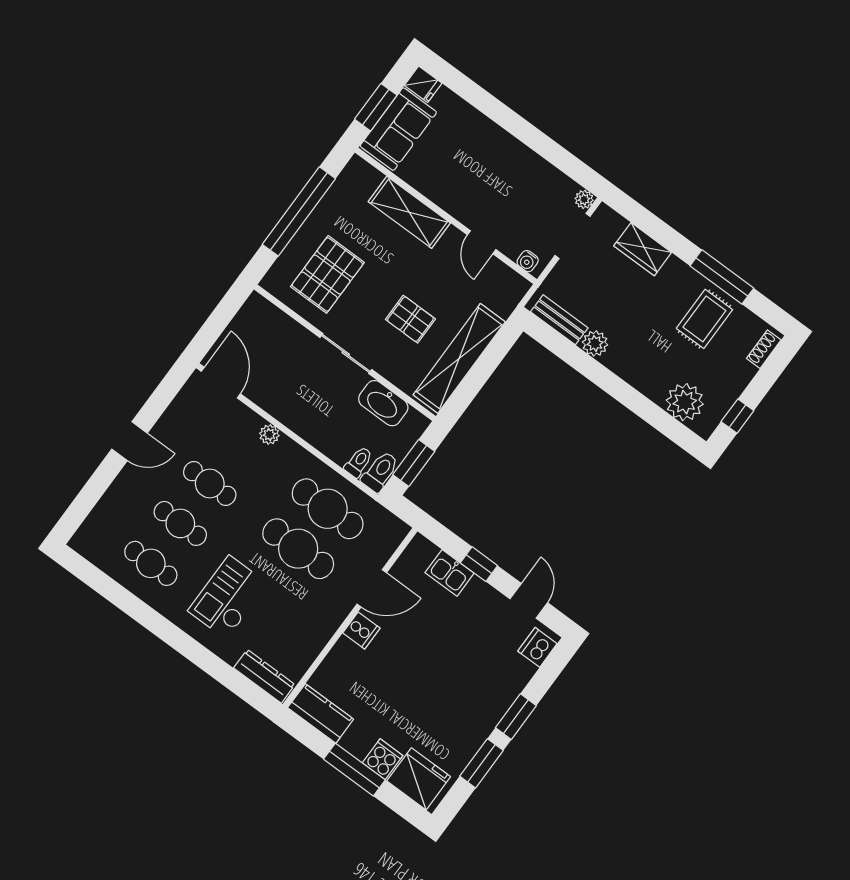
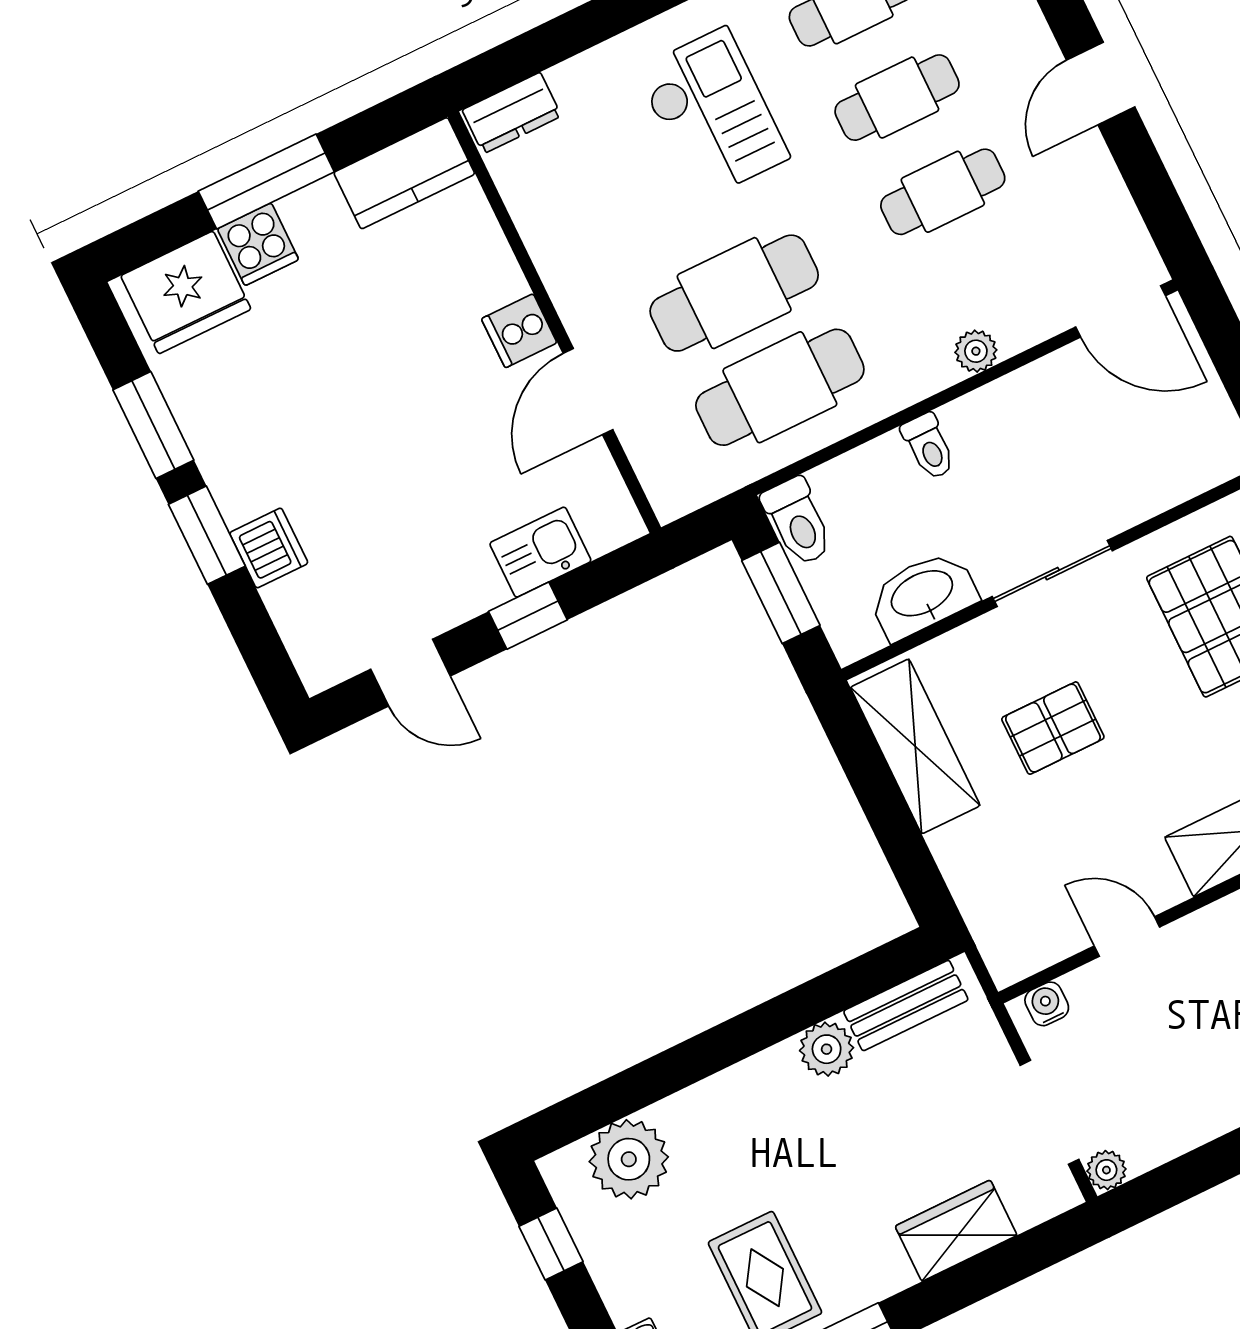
shelving: (459, 358) -> (915, 746), width x0.68
toilet: (359, 462) -> (929, 446), moved
dishwasher: (537, 647) -> (269, 548), moved
dresser: (264, 676) -> (512, 113), width x0.70

